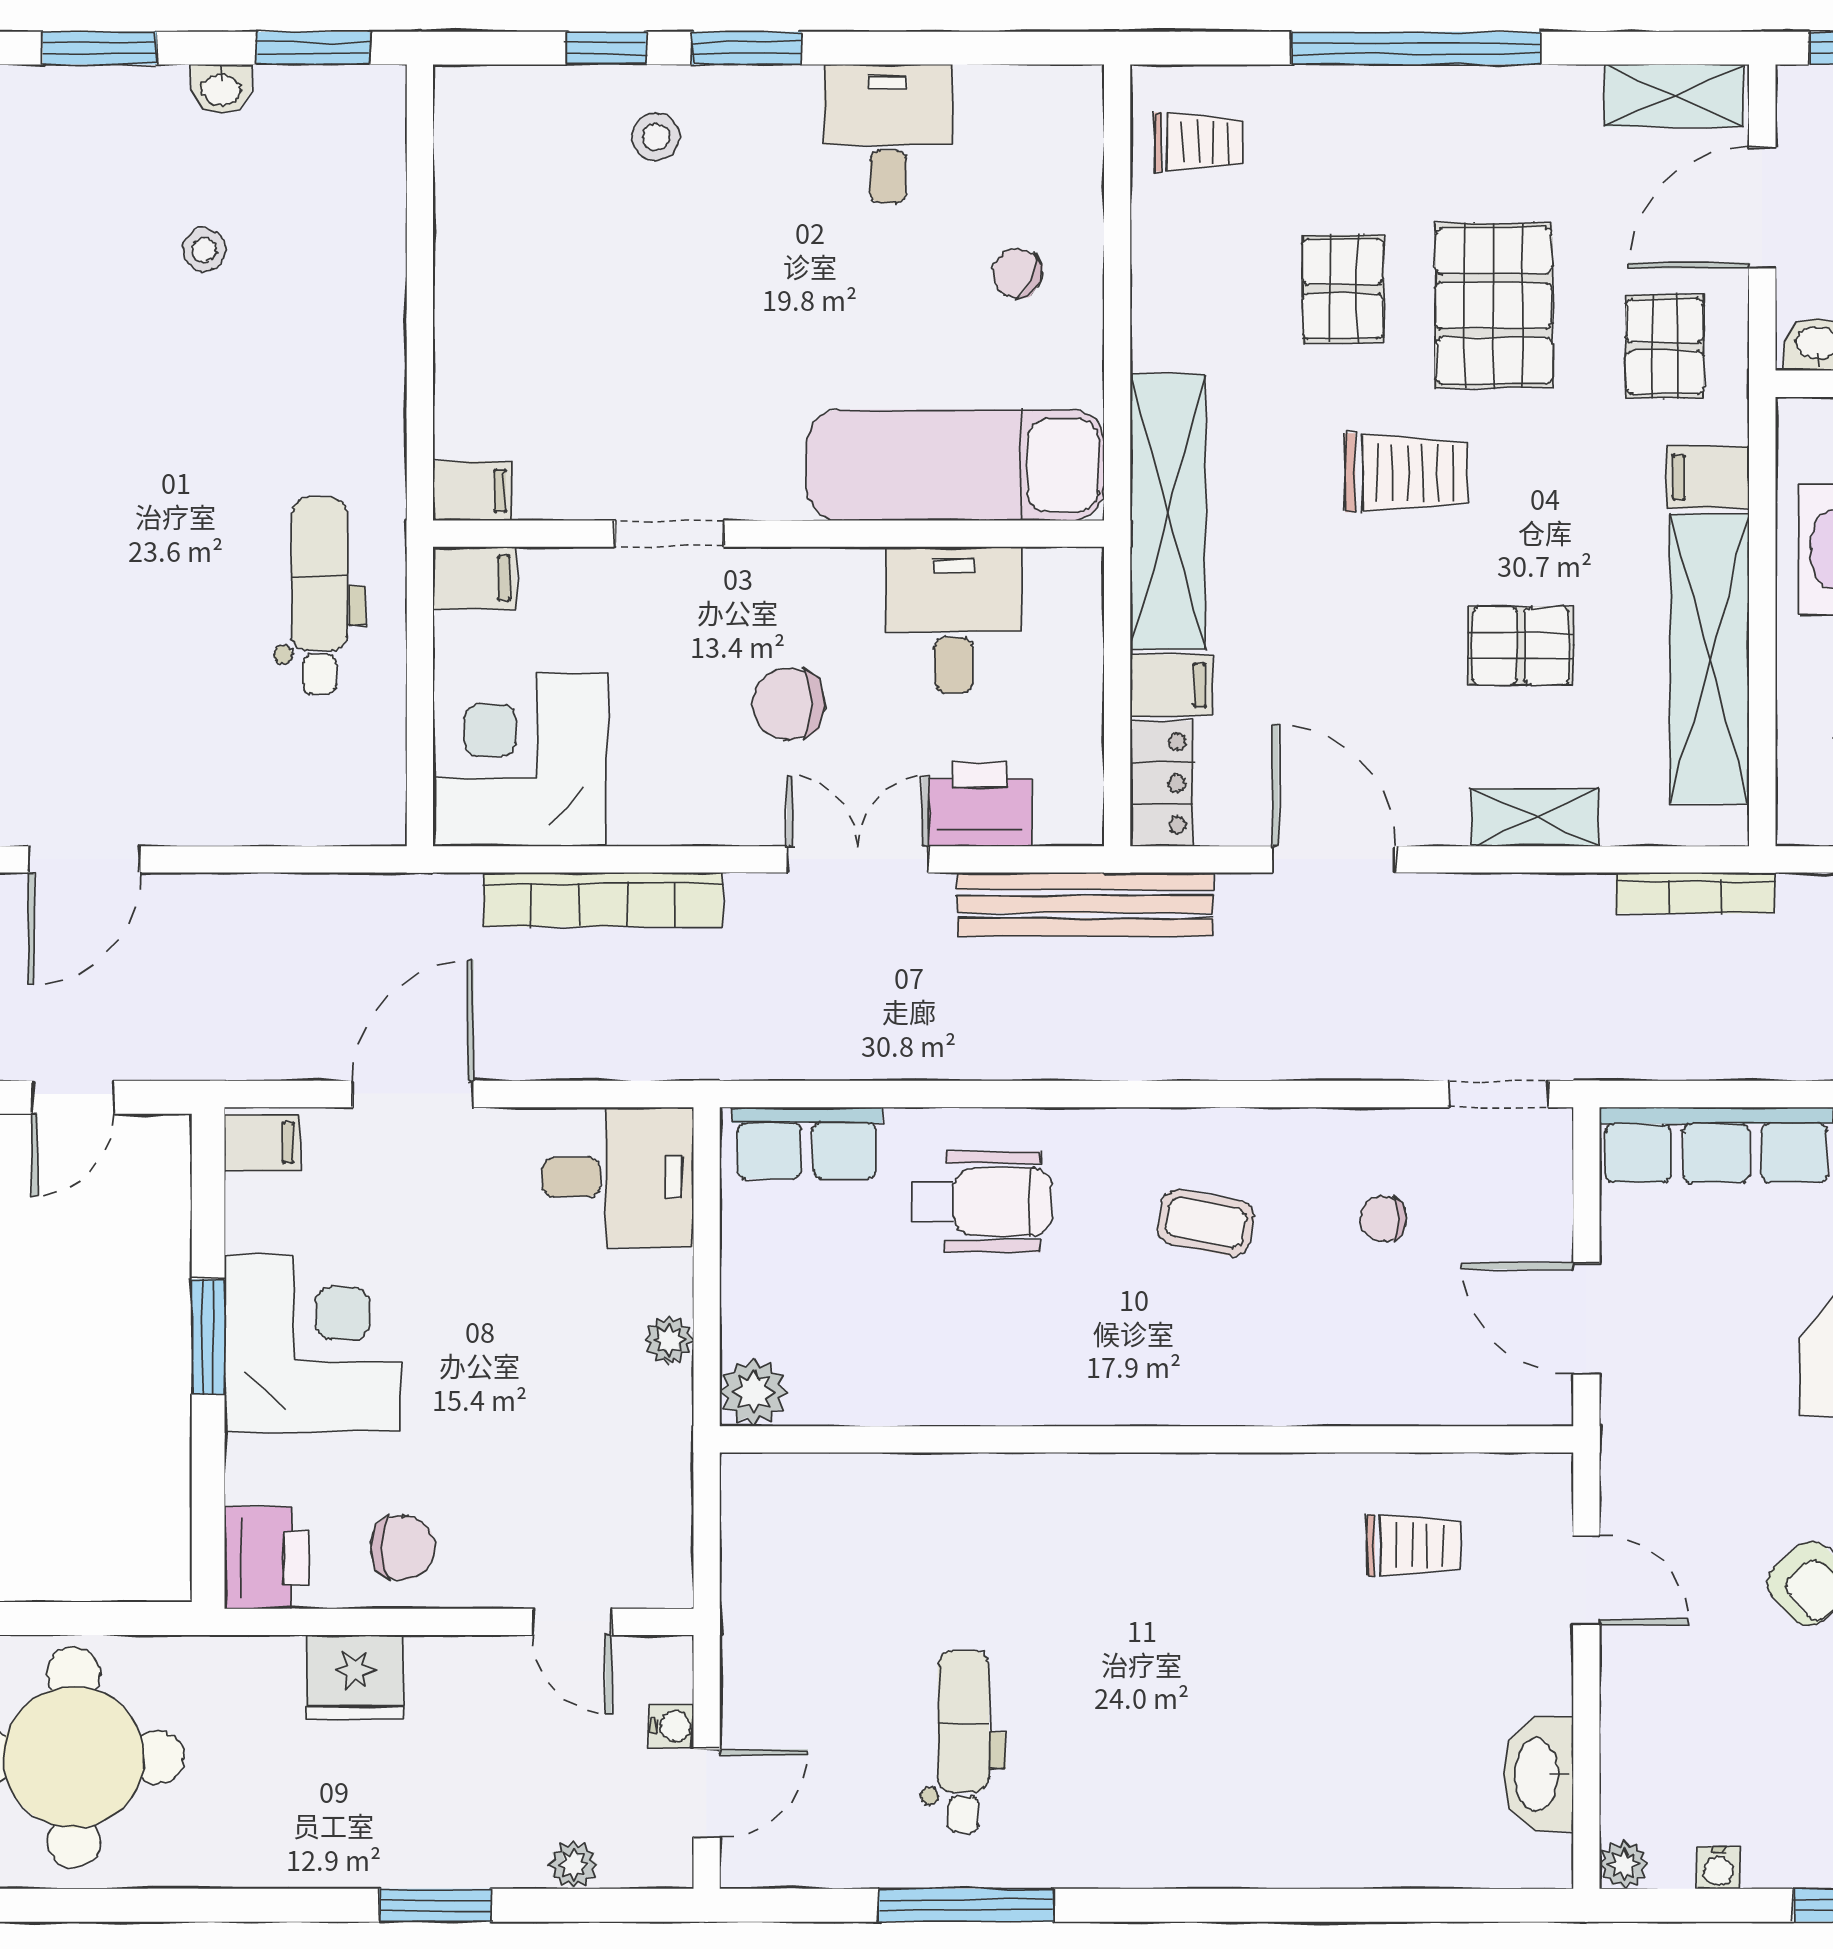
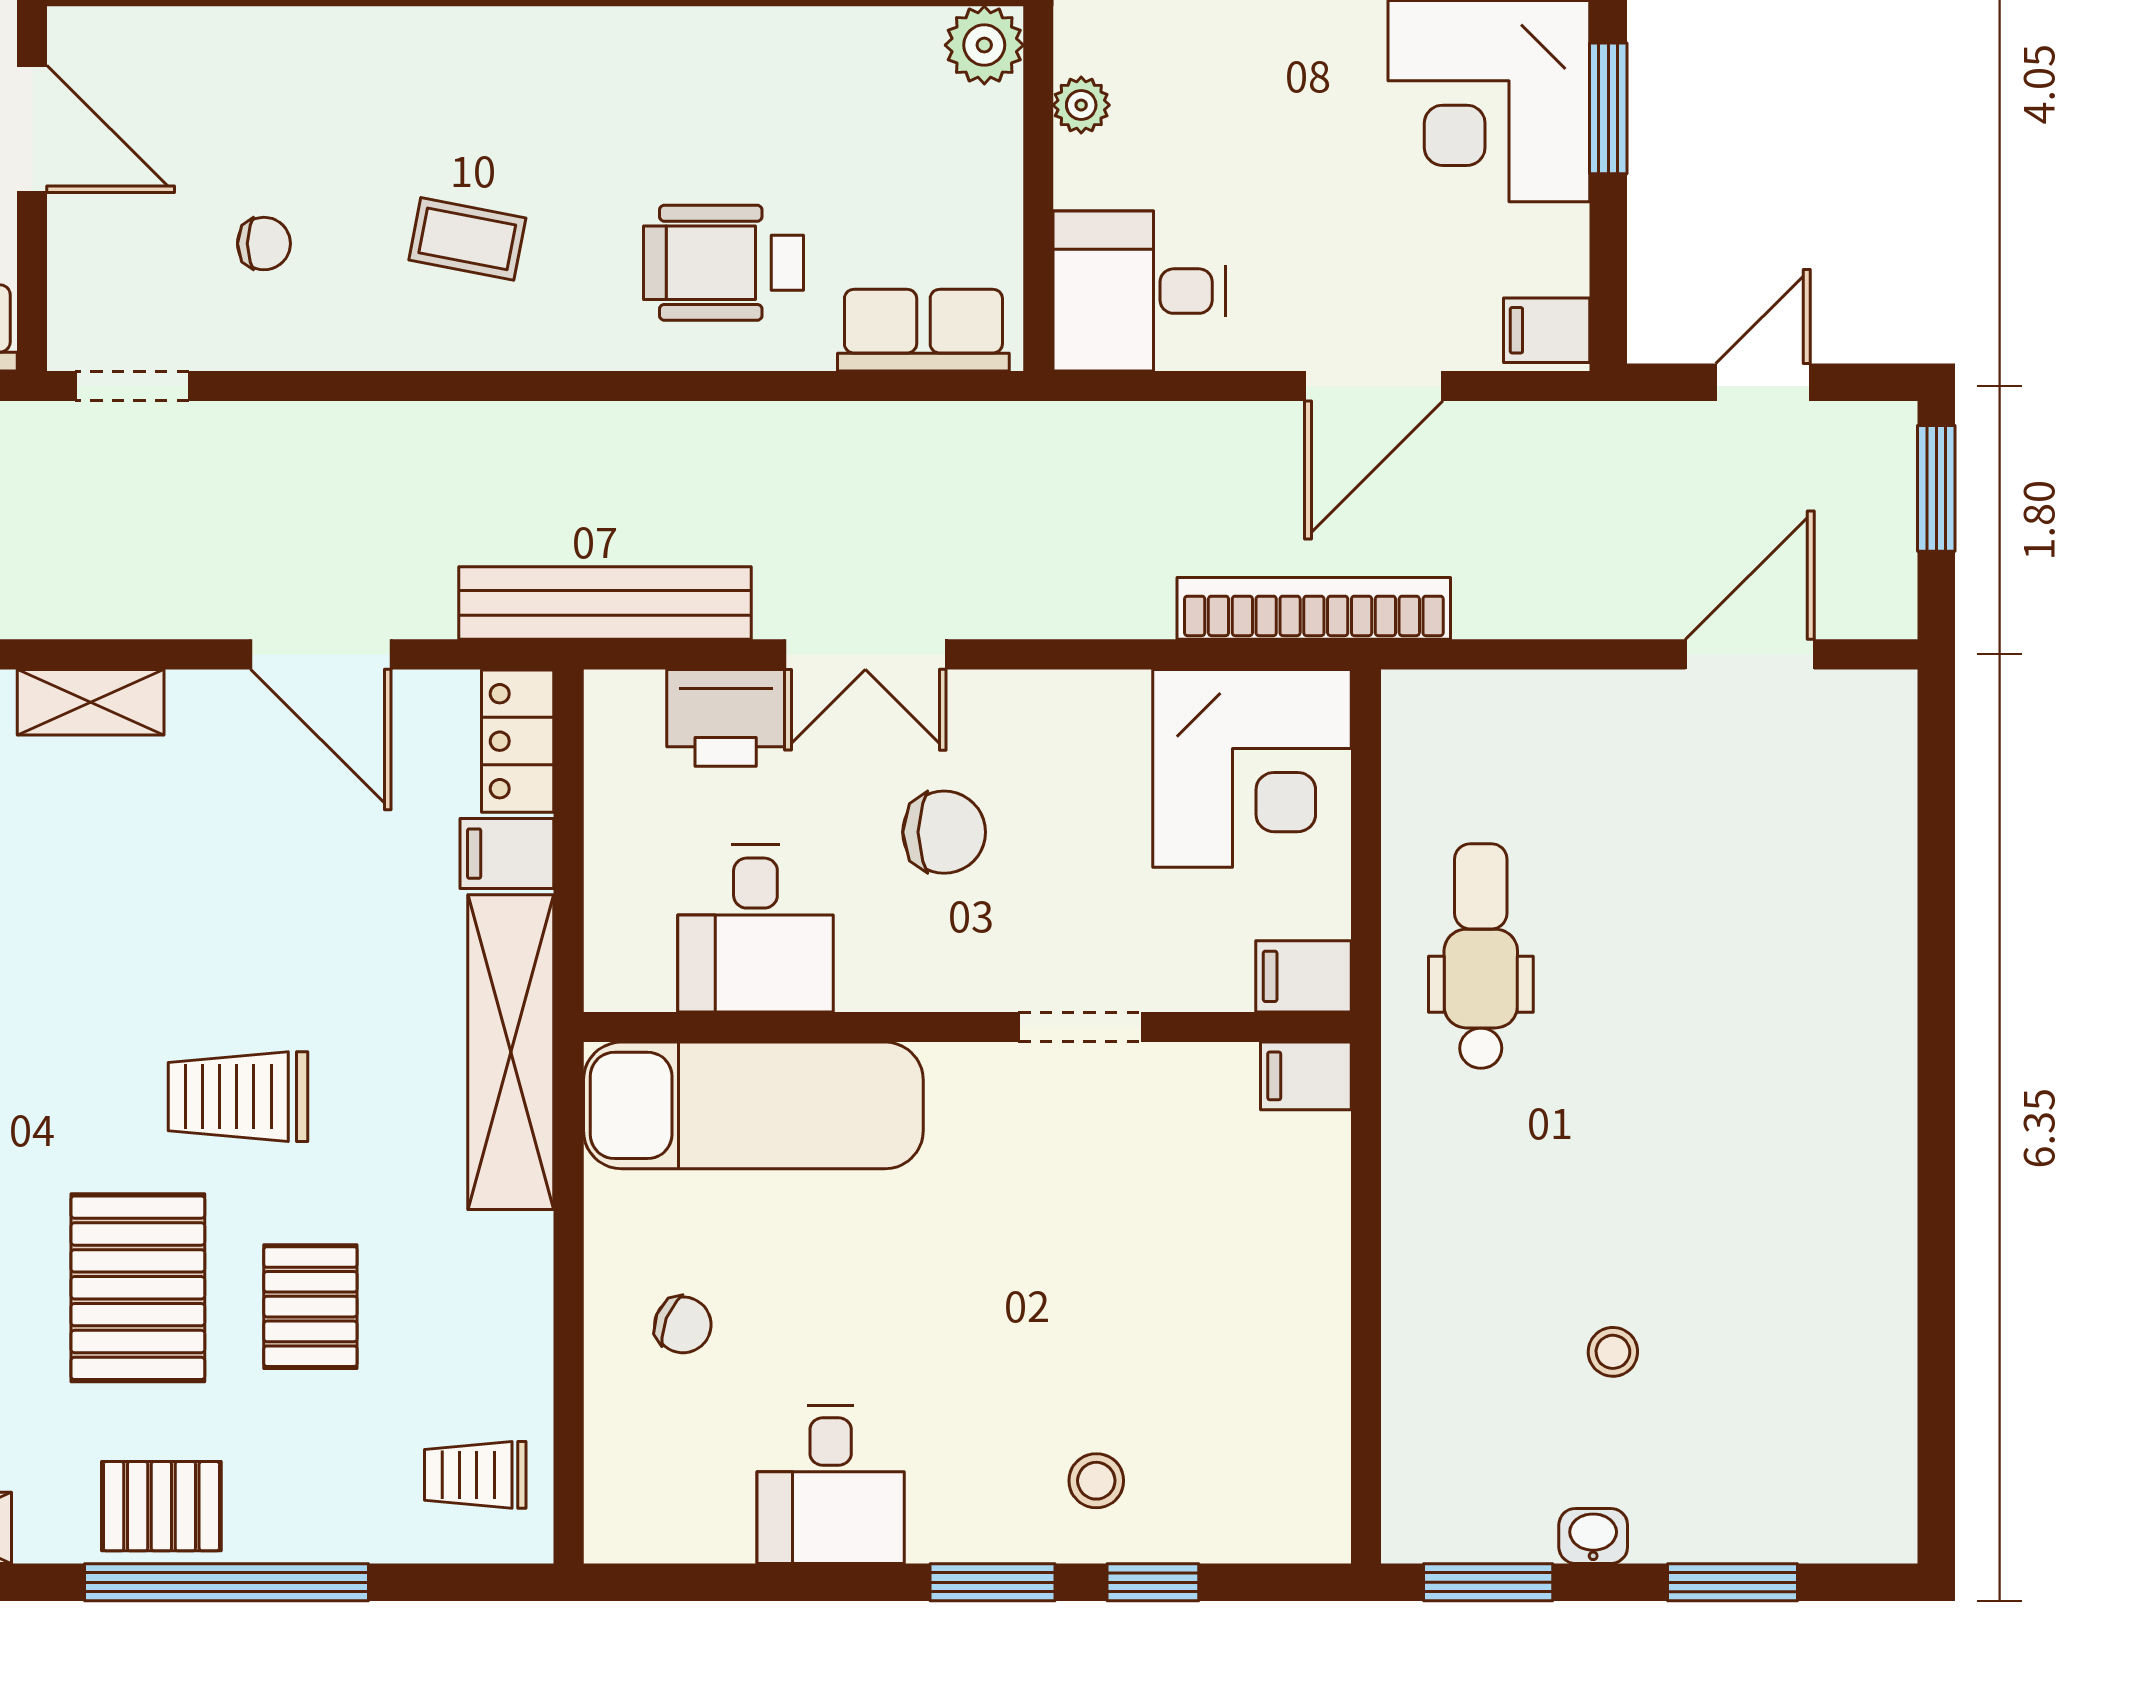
dental chair: (320, 596) -> (1481, 956), turned 180
pallet: (1521, 646) -> (161, 1506), moved
bookcase: (603, 900) -> (1314, 608), moved

